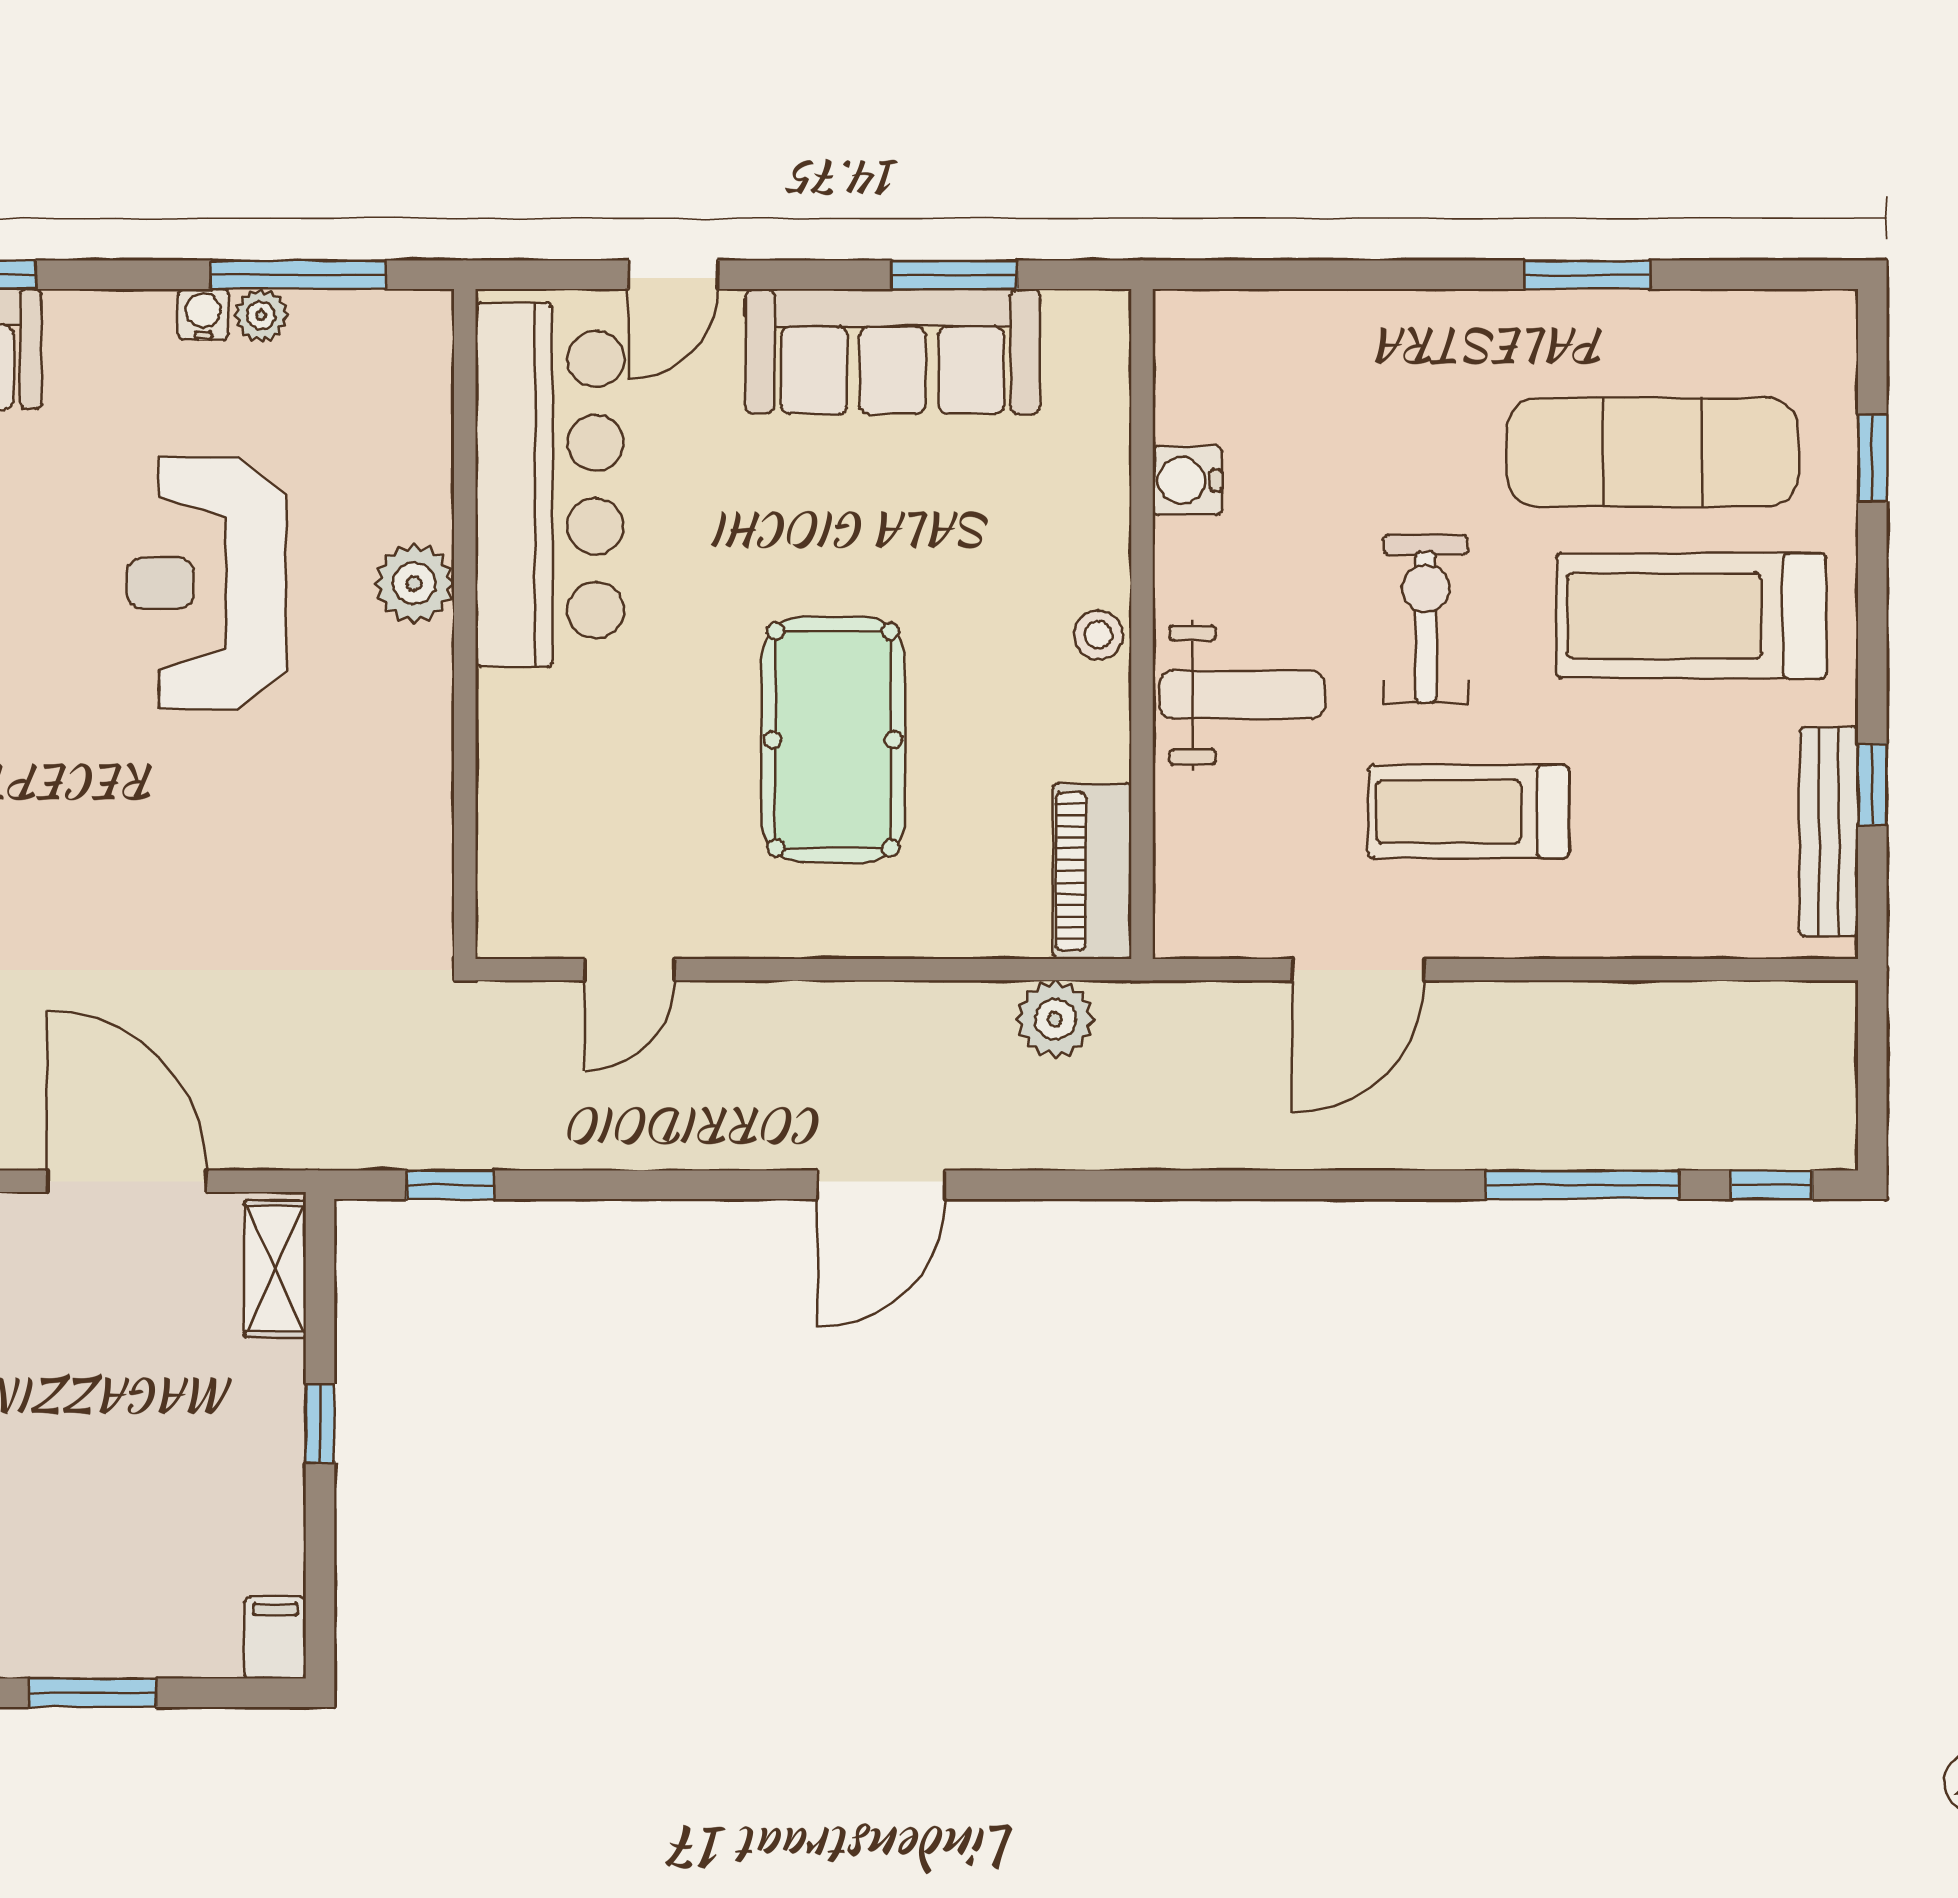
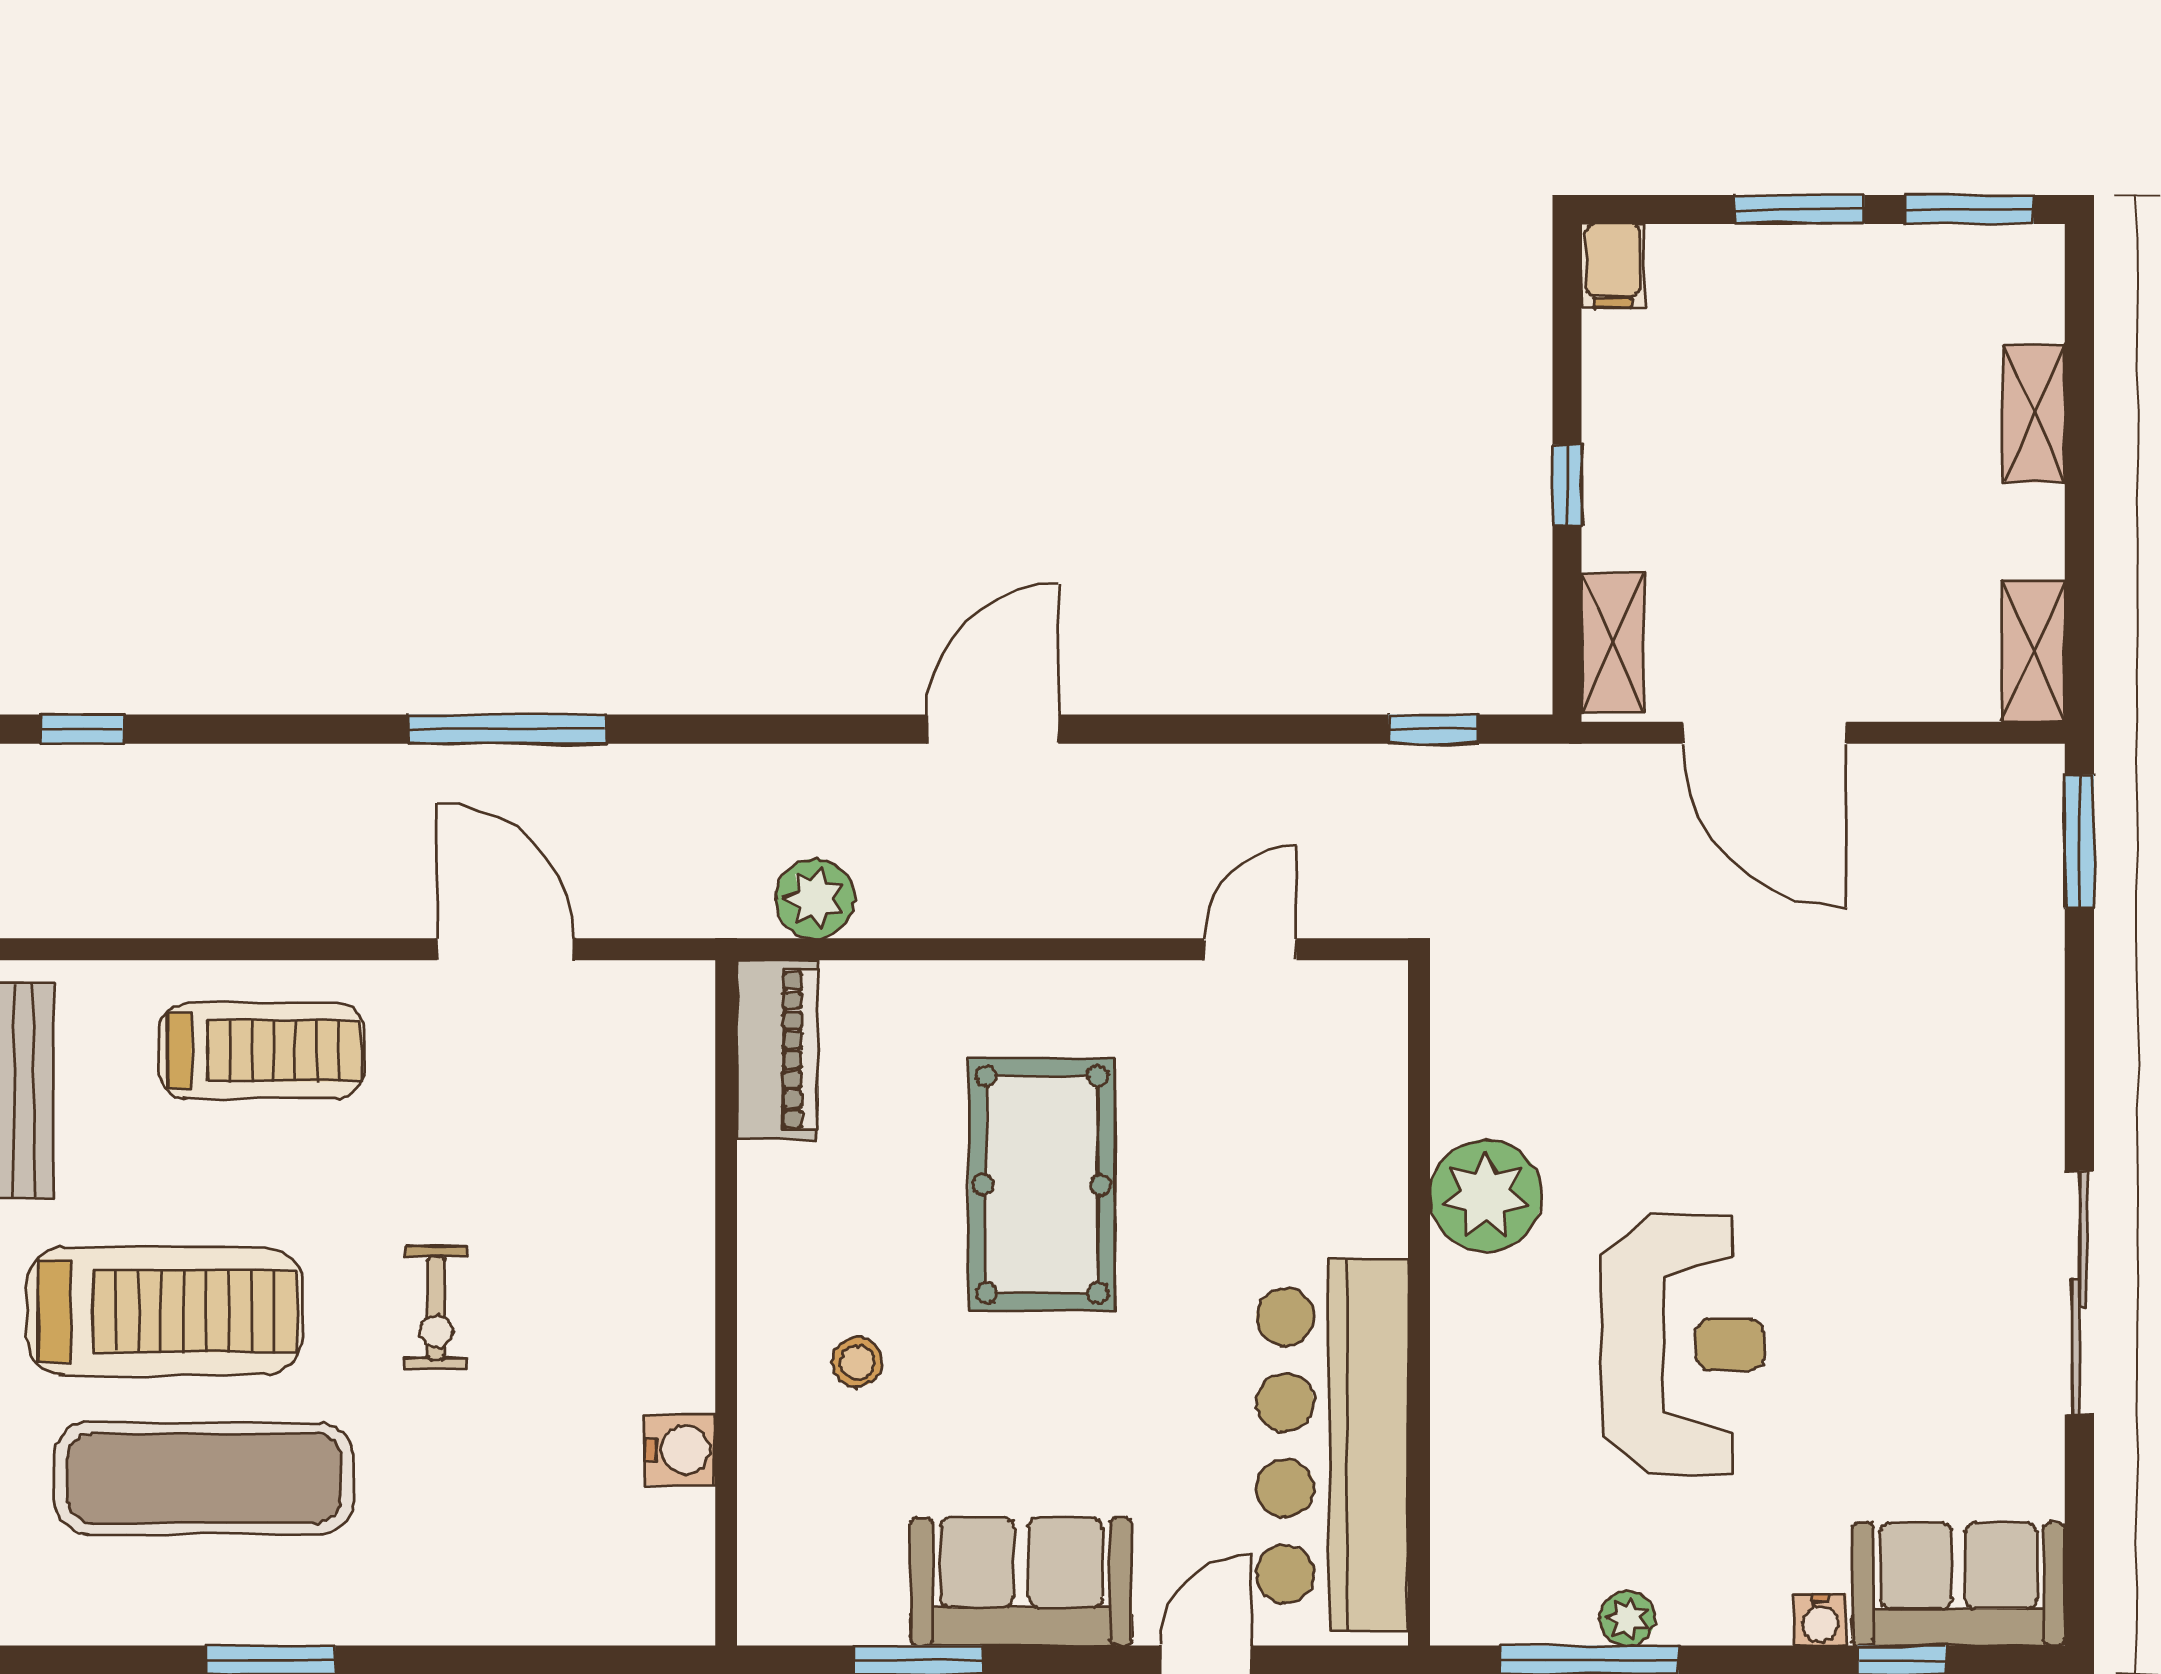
water cooler: (203, 314) -> (1820, 1620), moved
sofa: (893, 351) -> (1021, 1582), width x0.73
plant: (414, 583) -> (1486, 1196), moved, width x1.36, depth x1.36
exercise bike: (1426, 619) -> (436, 1308), width x0.73, depth x0.72
stool: (1099, 635) -> (857, 1362), moved
weight bench: (1242, 695) -> (624, 1230), removed
treadmill: (1469, 812) -> (262, 1051), moved
door: (1358, 970) -> (505, 949), hinge flipped
window: (1582, 1185) -> (507, 729), moved

